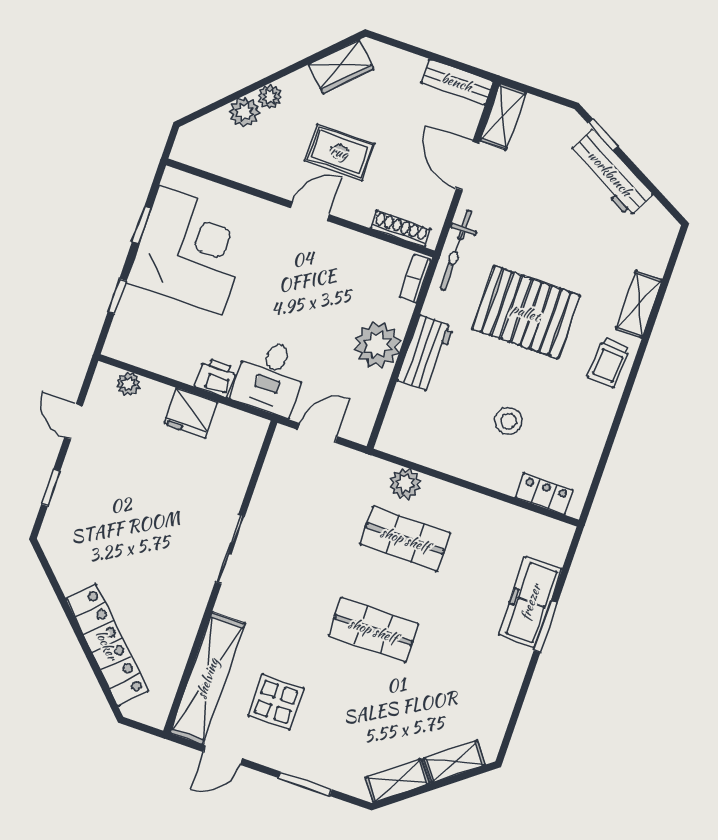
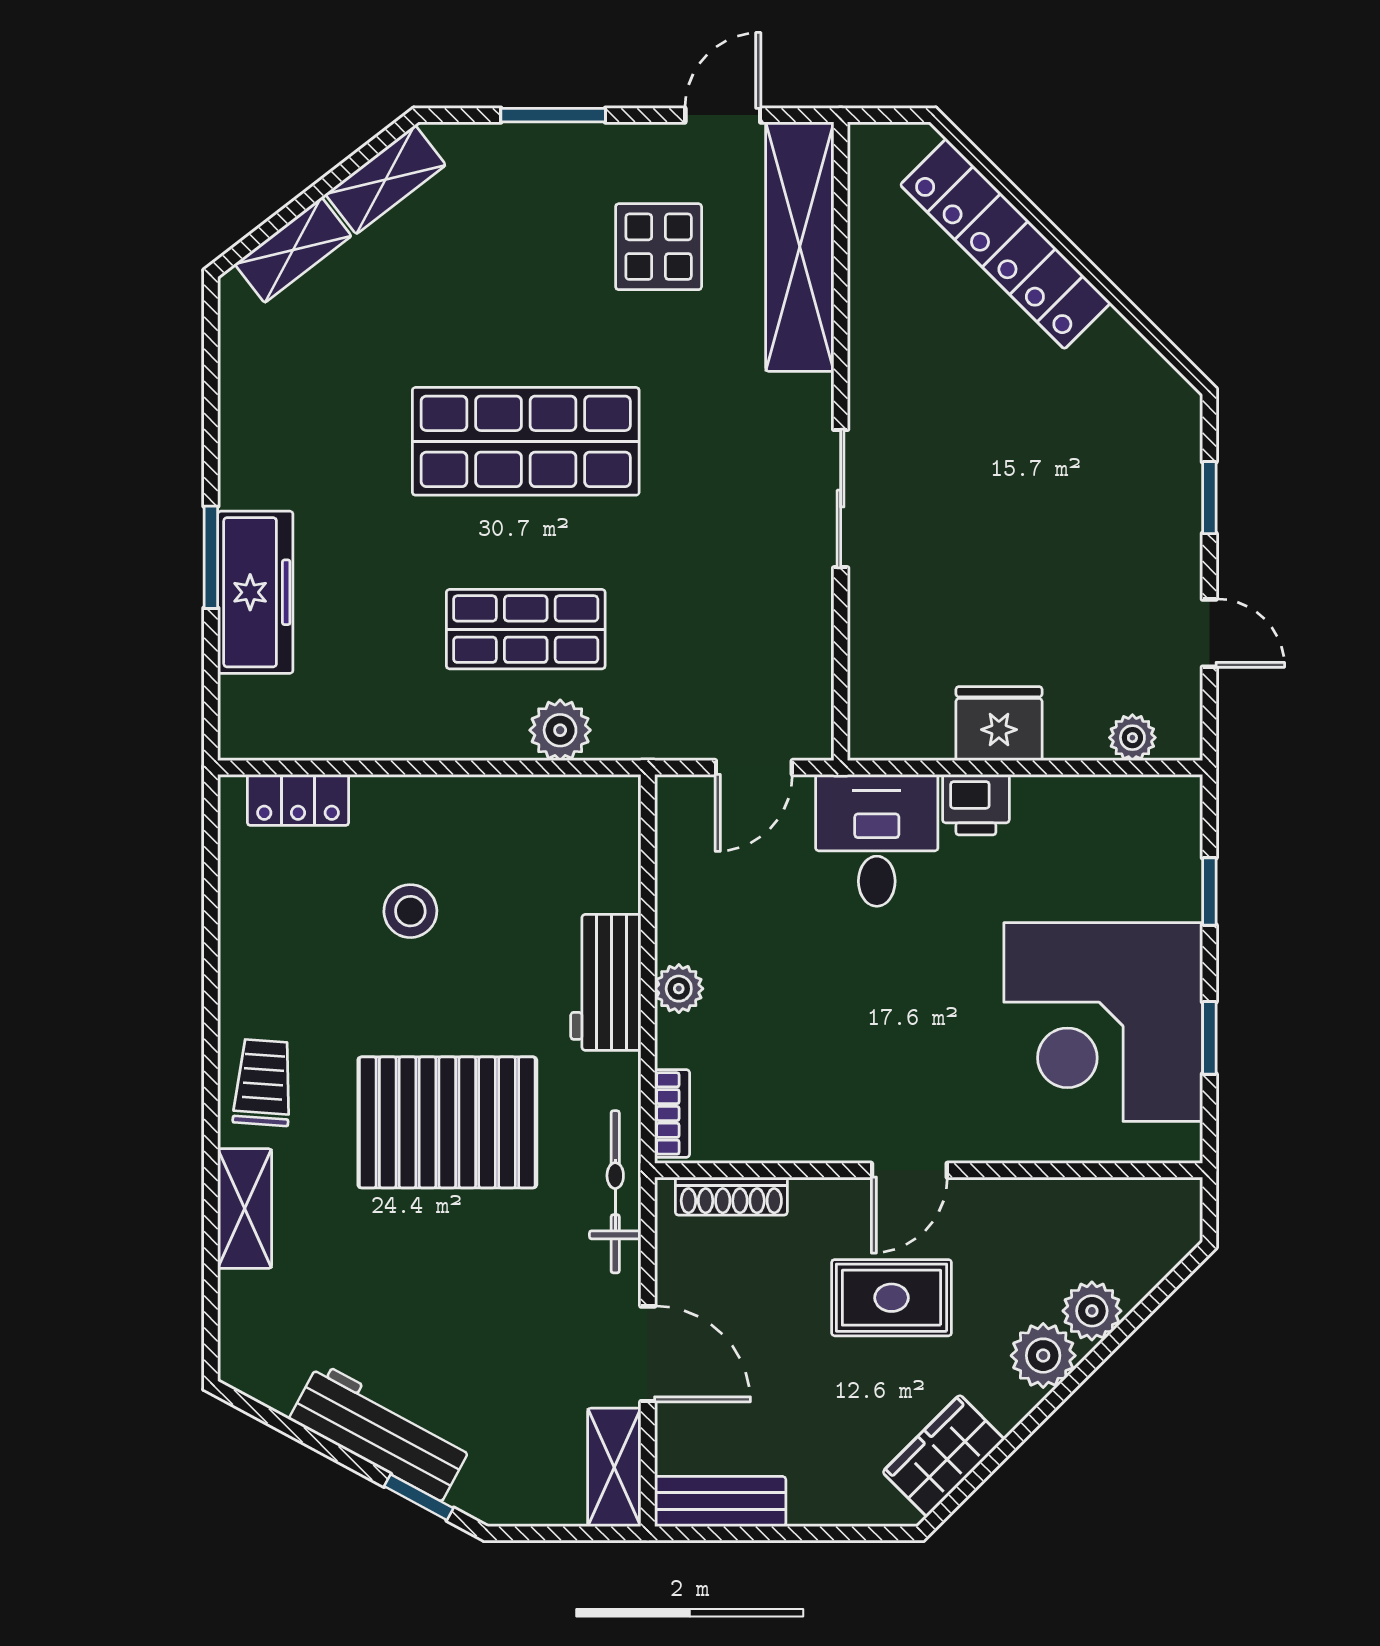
plant: (270, 97) -> (1043, 1356), width x1.38, depth x1.38
plant: (377, 345) -> (679, 989), width x0.53, depth x0.53
shop shelf: (373, 630) -> (526, 441), width x1.43, depth x1.36

